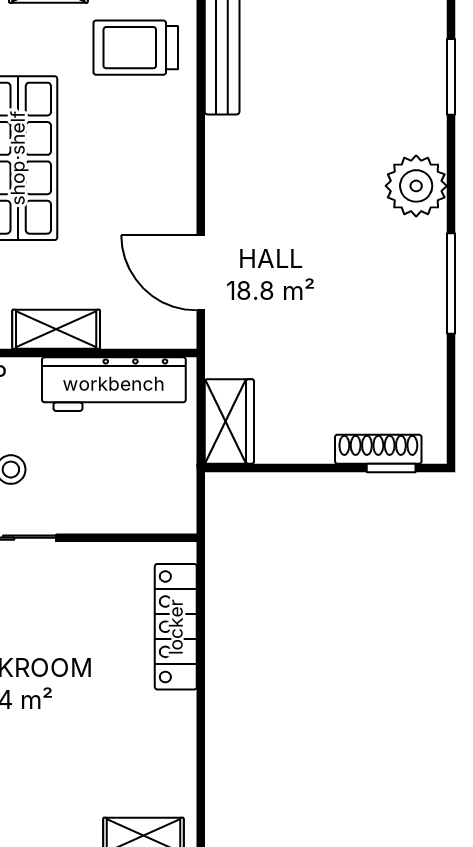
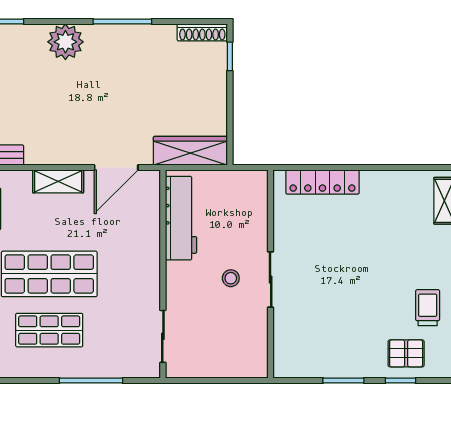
shelving: (56, 329) -> (58, 181), moved, turned 90
wardrobe: (229, 421) -> (190, 151), width x1.50
shoe rack: (378, 449) -> (202, 32), moved, turned -90

